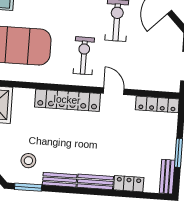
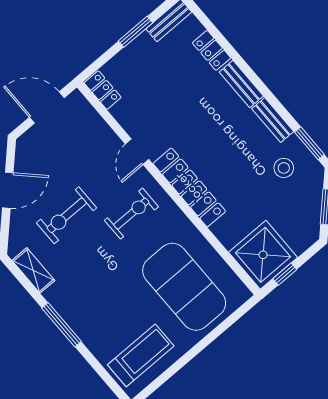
exercise bike: (84, 56) -> (131, 214), turned 180
locker: (157, 104) -> (103, 90), width x0.66

